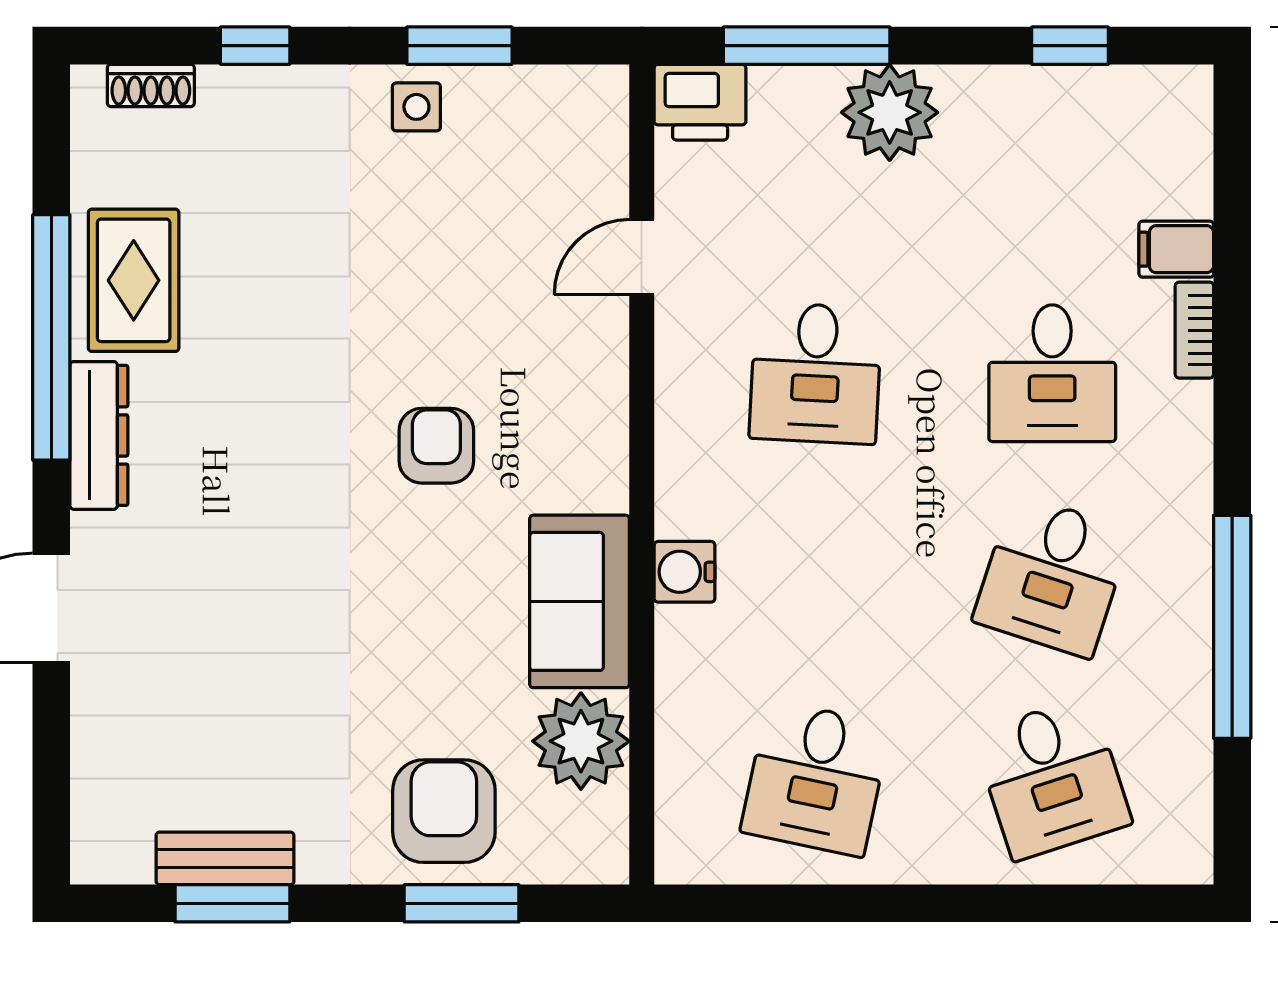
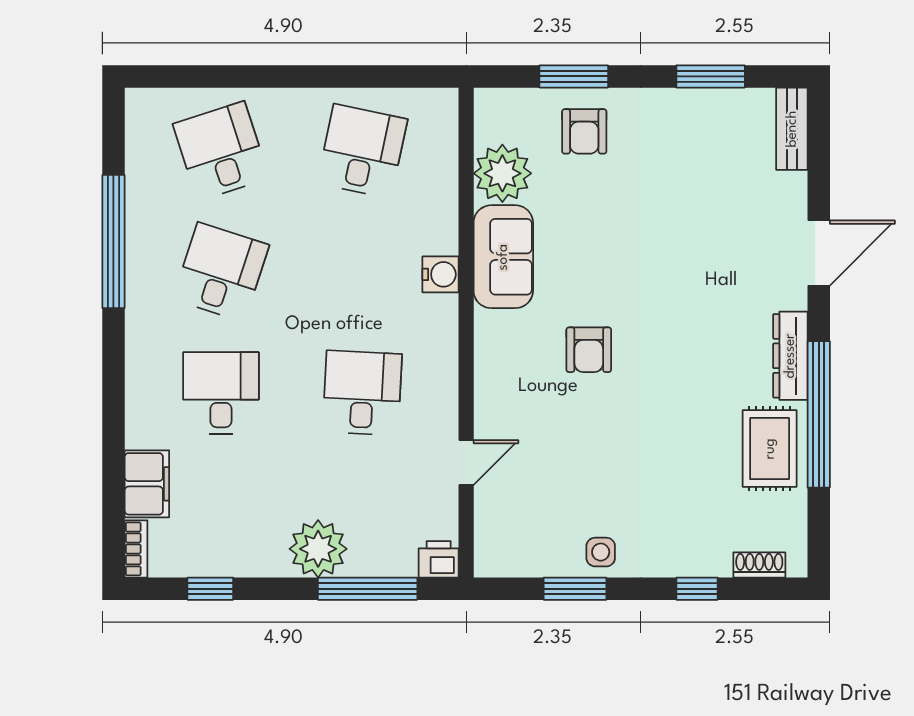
printer: (700, 102) -> (439, 559), width x0.73, depth x0.81
filing cabinet: (1176, 249) -> (147, 484), width x2.00
bookcase: (1194, 330) -> (136, 549), moved
armchair: (444, 811) -> (584, 131), width x0.72, depth x0.72
bench: (225, 858) -> (792, 129), moved, turned 90

